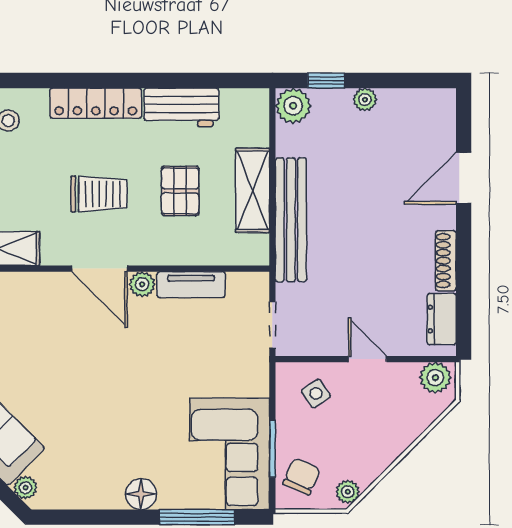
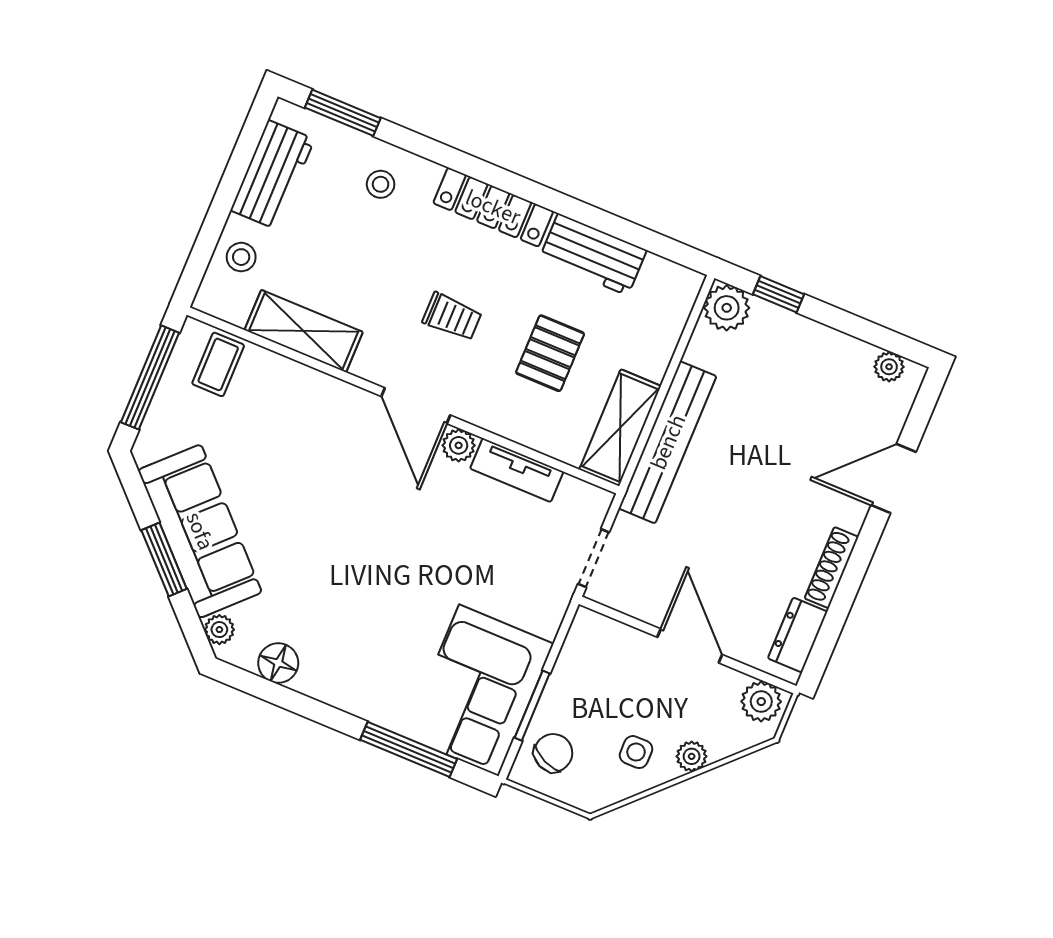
plant: (365, 100) -> (889, 367), moved
shelving: (253, 190) -> (620, 428), moved
trolley: (99, 194) -> (452, 317), width x0.73, depth x0.72
door: (368, 359) -> (690, 646), width x1.38
side table: (316, 394) -> (636, 752), moved, turned 34
plant: (348, 492) -> (692, 756), moved
floor lamp: (141, 494) -> (278, 663), moved

